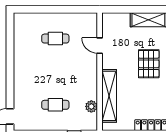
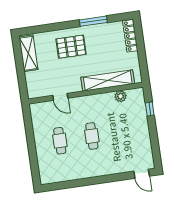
door: (100, 46) -> (60, 97), hinge flipped
cafe table: (55, 105) -> (92, 136), moved

